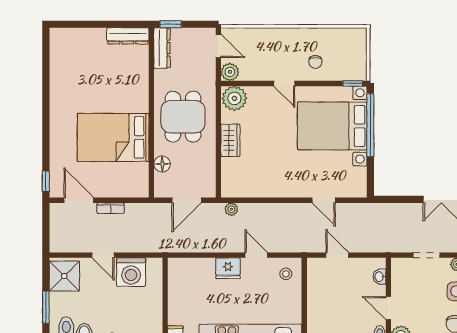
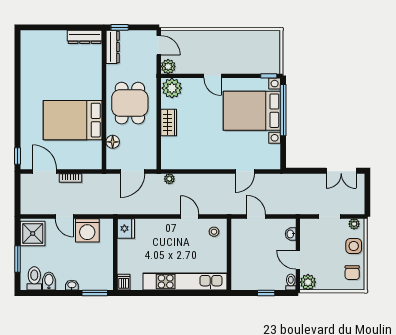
chair: (315, 62) -> (238, 58), removed
door: (324, 200) -> (245, 171), hinge flipped
fridge: (228, 268) -> (126, 228), moved, turned -90

